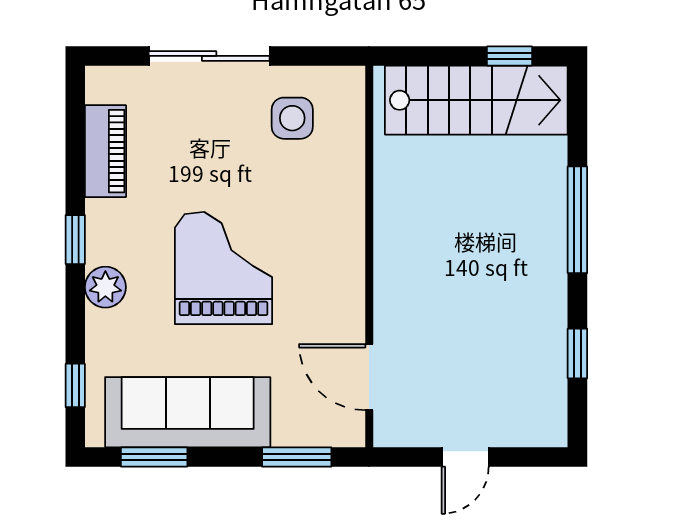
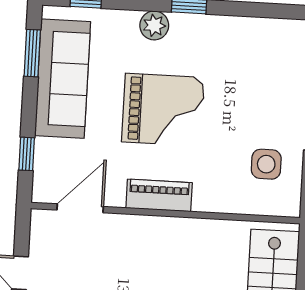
piano: (106, 151) -> (159, 195), moved, turned 180
window: (297, 457) -> (27, 154), width x0.67

